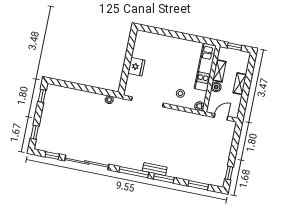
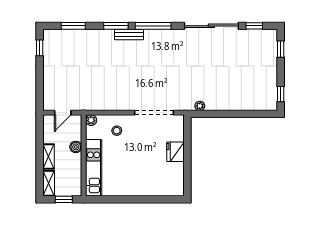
shelving: (219, 71) -> (49, 183), moved

